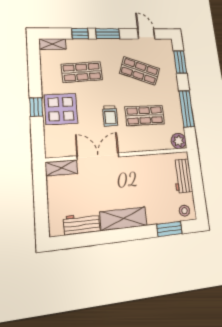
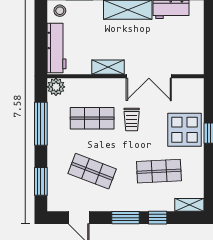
trolley: (110, 116) -> (132, 120), turned 180
shelving: (61, 168) -> (108, 67), moved
workbench: (183, 176) -> (57, 48), width x1.38

